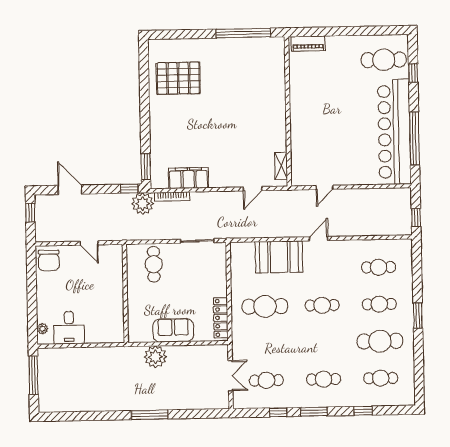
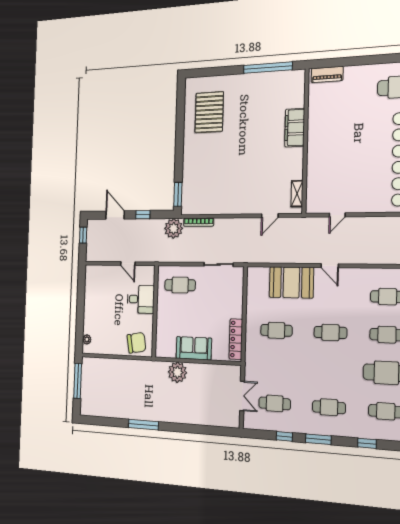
pallet: (178, 78) -> (209, 112), turned 90
filing cabinet: (189, 178) -> (295, 128), moved, turned -90
window: (129, 189) -> (143, 215), moved
door: (319, 239) -> (330, 266), swing flipped
chair: (49, 260) -> (137, 343), moved, turned -100
cafe table: (154, 264) -> (180, 285), turned 90
cafe table: (265, 306) -> (276, 330), width x0.73, depth x0.74
desk: (69, 328) -> (141, 299), moved, turned -90
window: (150, 415) -> (143, 425), moved

